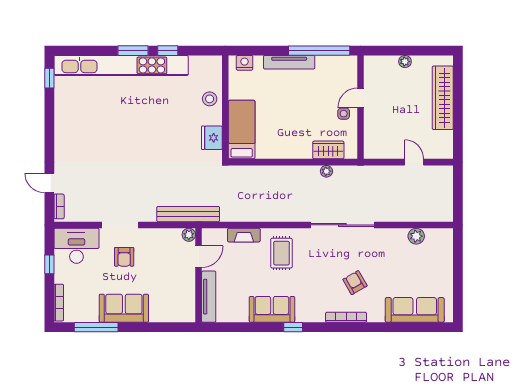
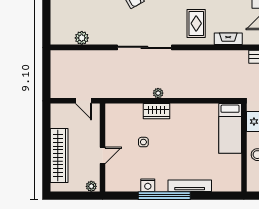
nightstand: (245, 63) -> (148, 185), moved
door: (360, 98) -> (102, 155), moved
wall: (360, 107) -> (102, 148), moved

